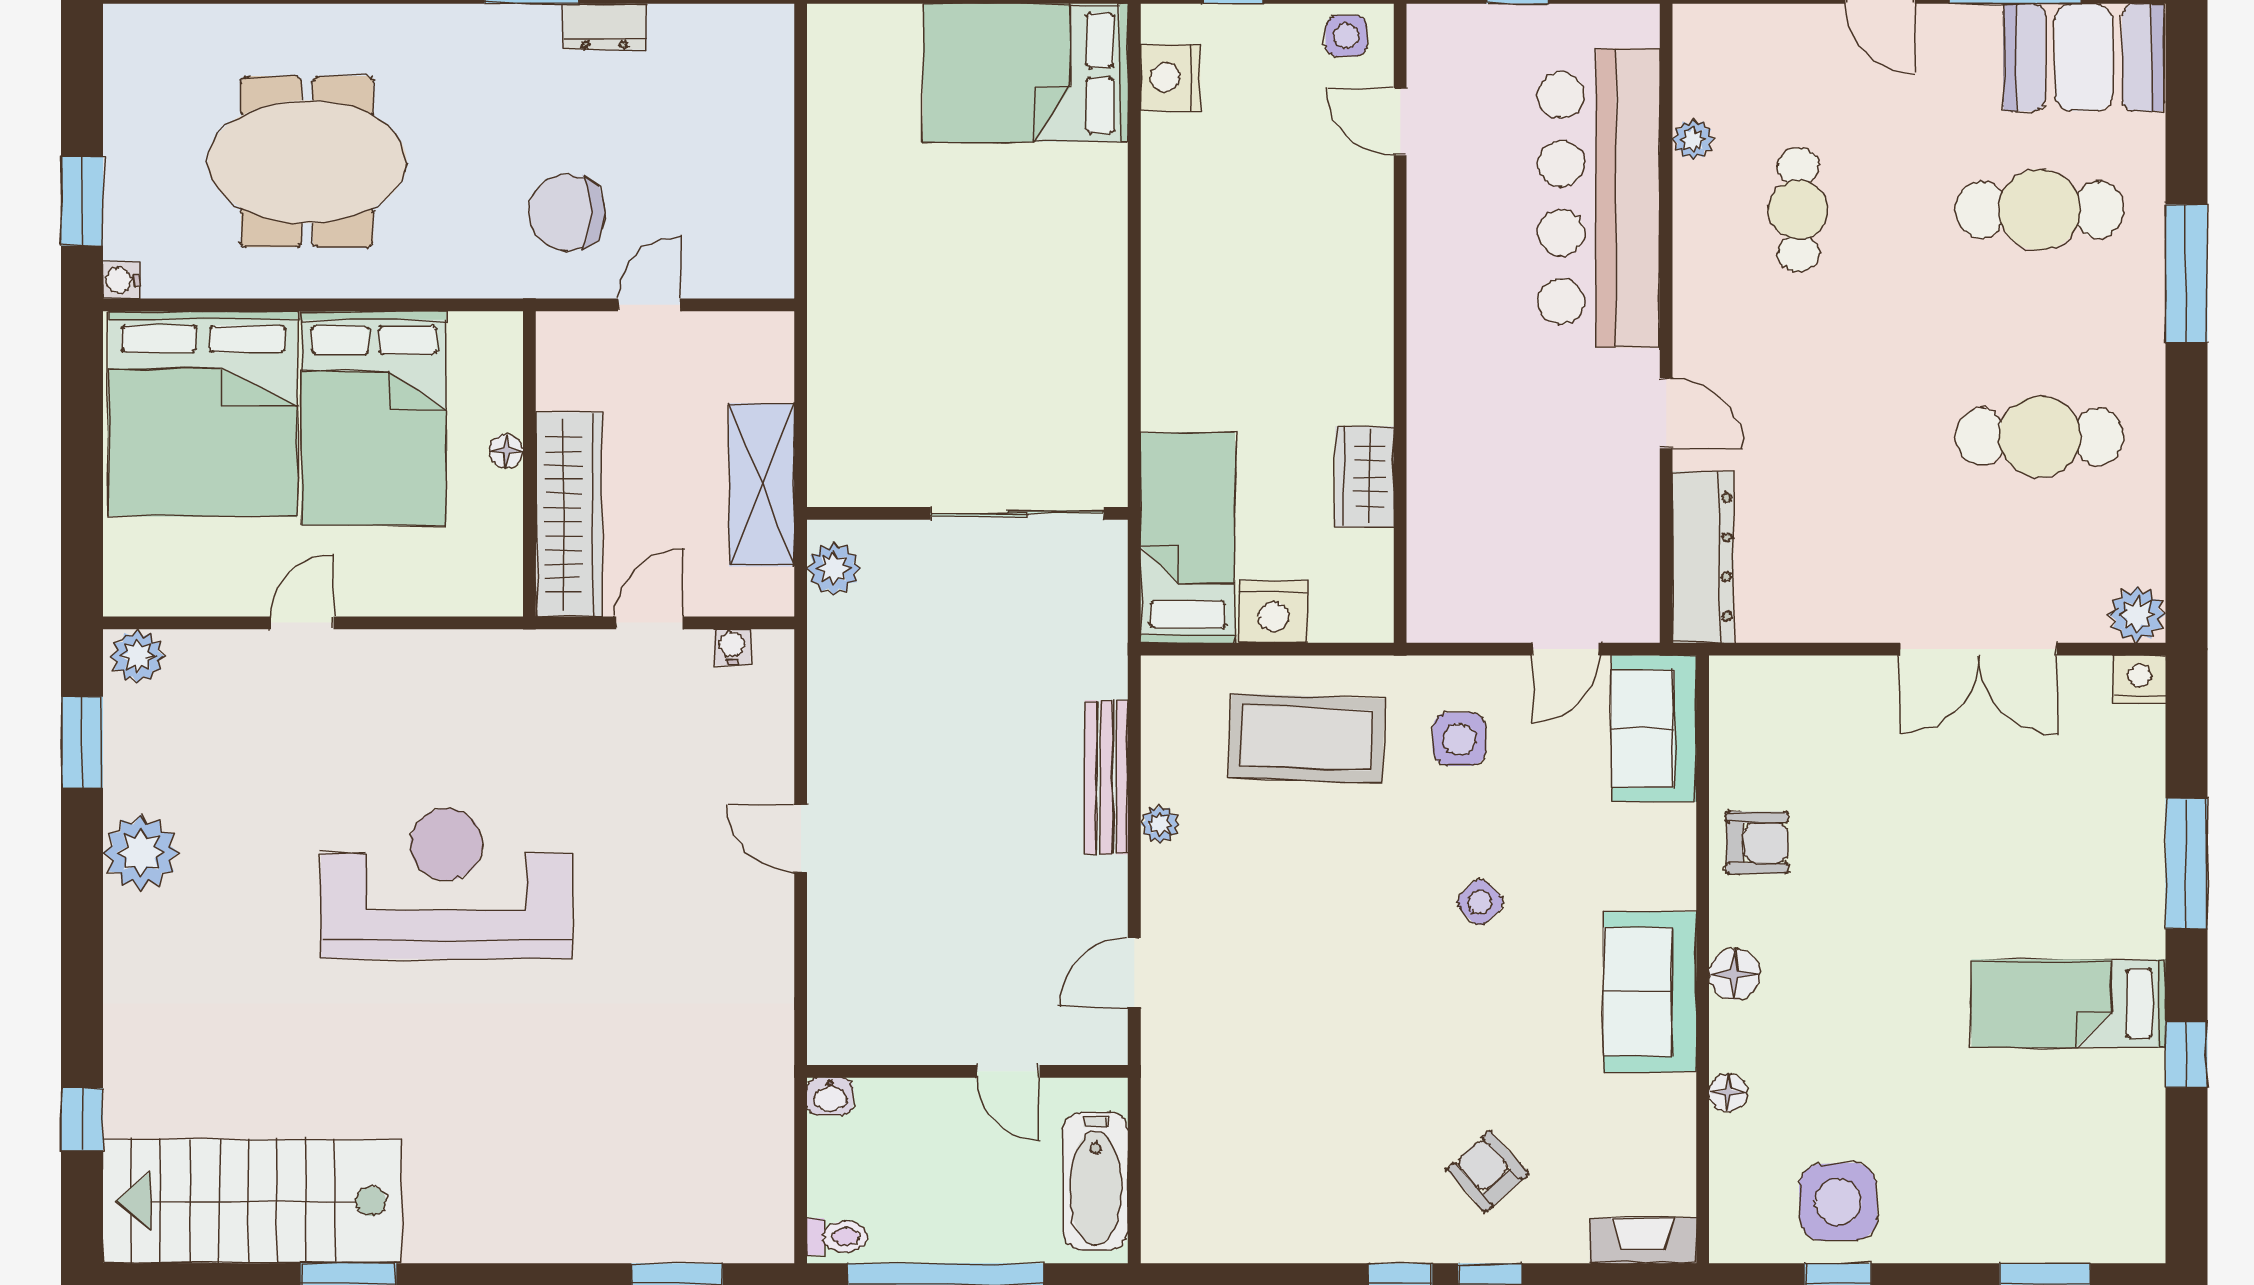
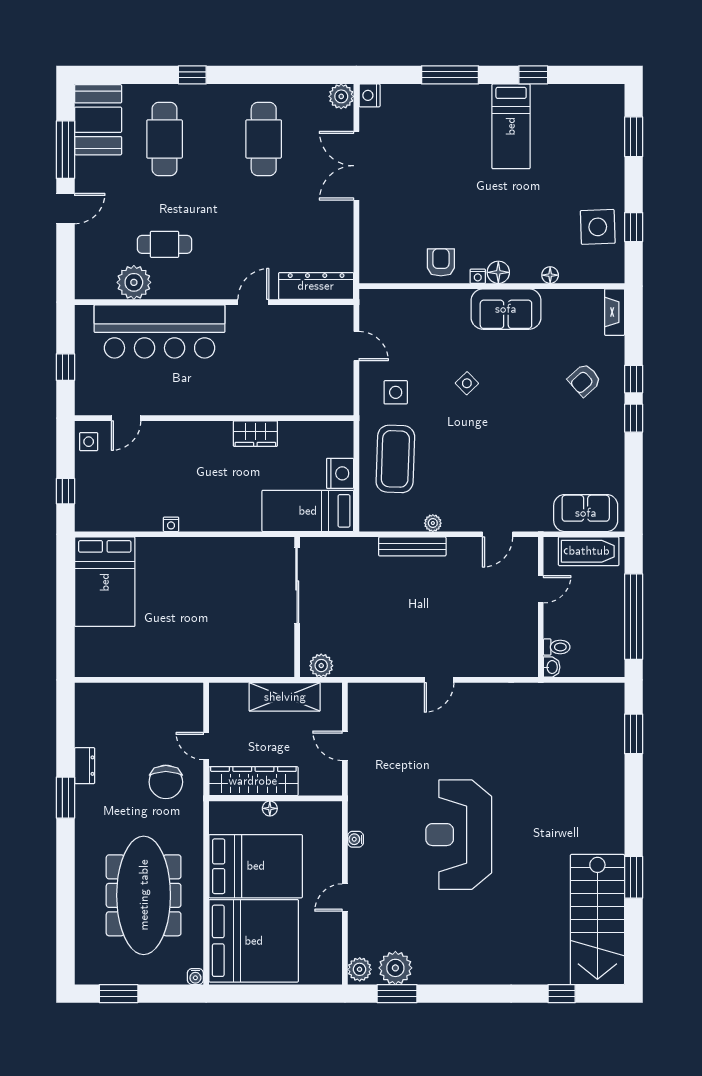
nightstand: (1170, 77) -> (171, 524), moved, width x0.53, depth x0.56
plant: (1693, 139) -> (134, 282), width x1.88, depth x1.88
meeting table: (307, 162) -> (144, 895), width x1.36
window: (82, 201) -> (119, 994), moved
window: (2186, 273) -> (192, 75), width x0.46
wardrobe: (1365, 477) -> (255, 434), moved
wardrobe: (569, 515) -> (253, 781), moved
door: (302, 623) -> (345, 897), hinge flipped
water cooler: (732, 647) -> (356, 839), moved
double door: (1978, 649) -> (356, 166), swing flipped
sofa: (1654, 729) -> (586, 513), moved, turned 180
plant: (141, 852) -> (395, 968), moved
nightstand: (1725, 927) -> (478, 276), added
door: (1134, 973) -> (498, 534), hinge flipped
toilet: (837, 1237) -> (557, 647), moved, turned 90

